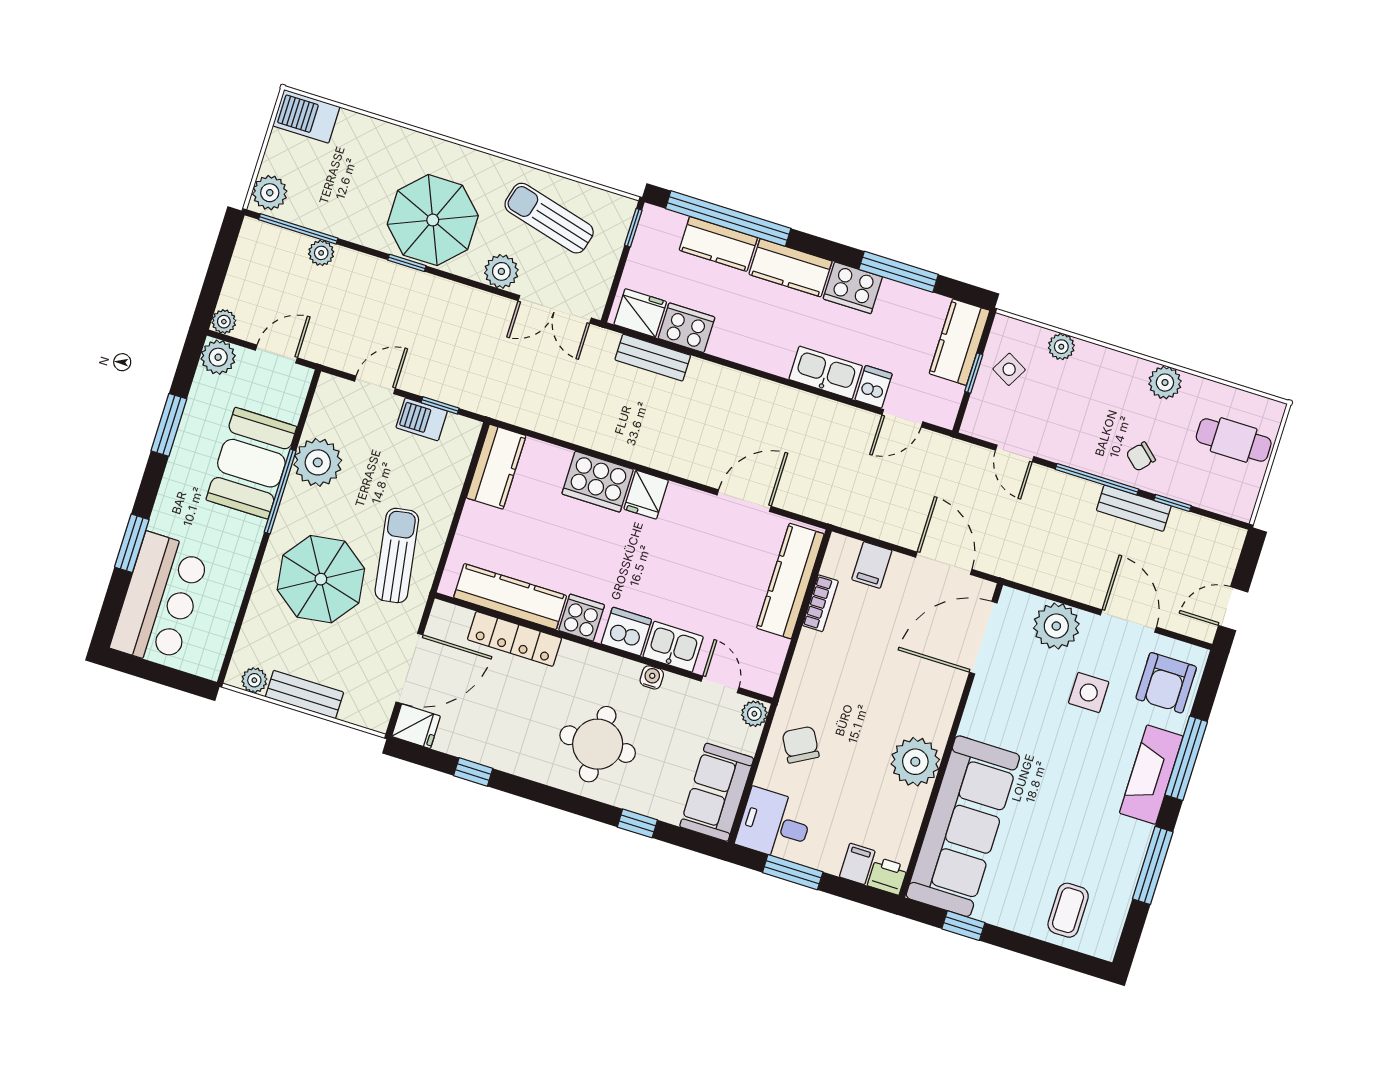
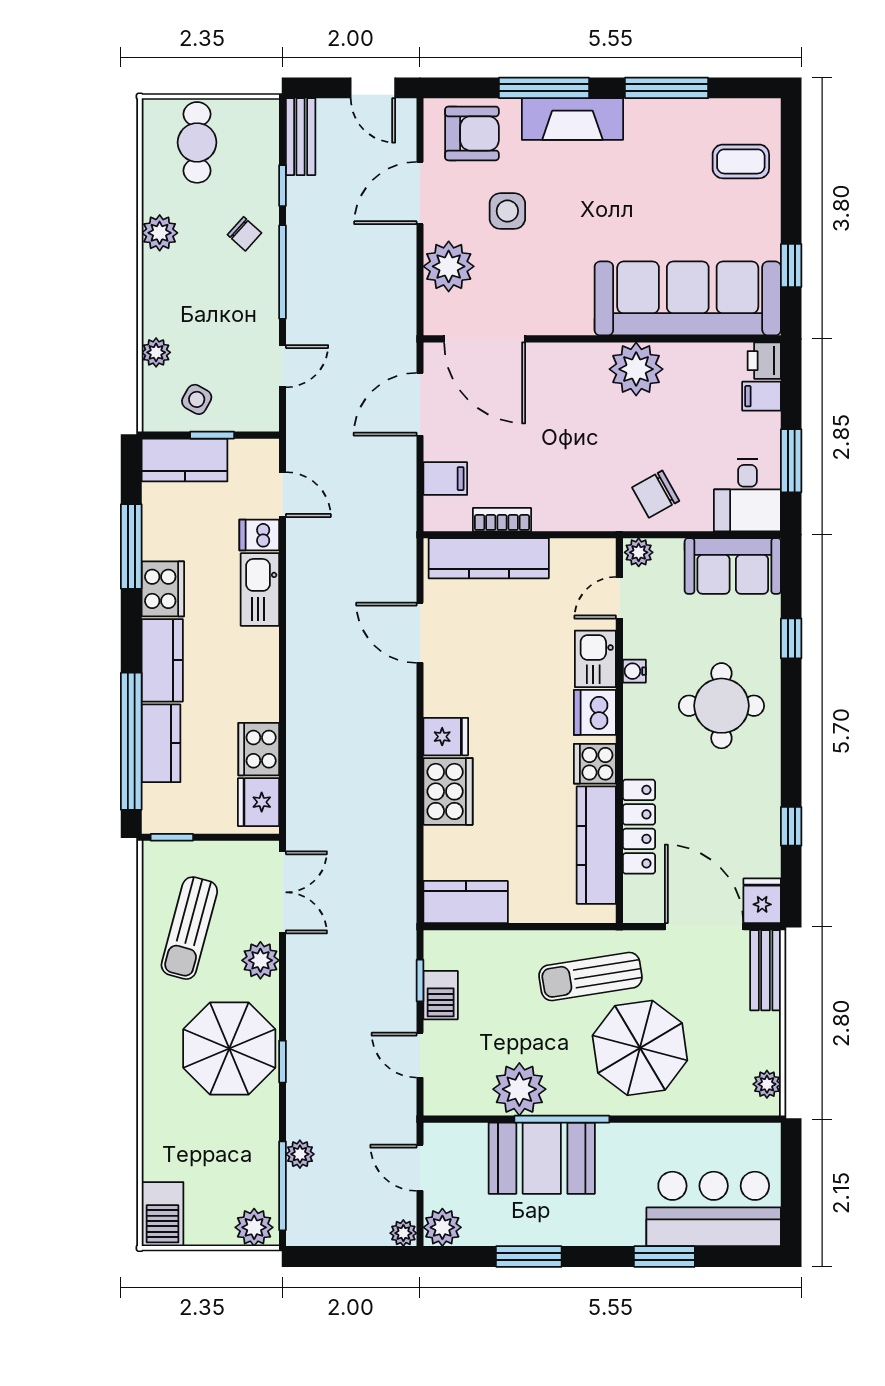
bench: (653, 358) -> (301, 774), removed
bench: (1134, 508) -> (301, 137), moved
bench: (304, 695) -> (766, 970), moved

